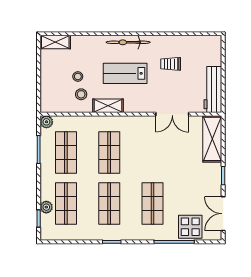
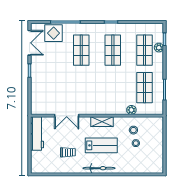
shelving: (55, 42) -> (152, 168), removed
shelving: (108, 106) -> (102, 122), moved
double door: (172, 114) -> (67, 116), swing flipped
plant: (46, 122) -> (131, 110), moved
shelving: (212, 139) -> (37, 98), removed
shop shelf: (109, 152) -> (113, 88), removed

